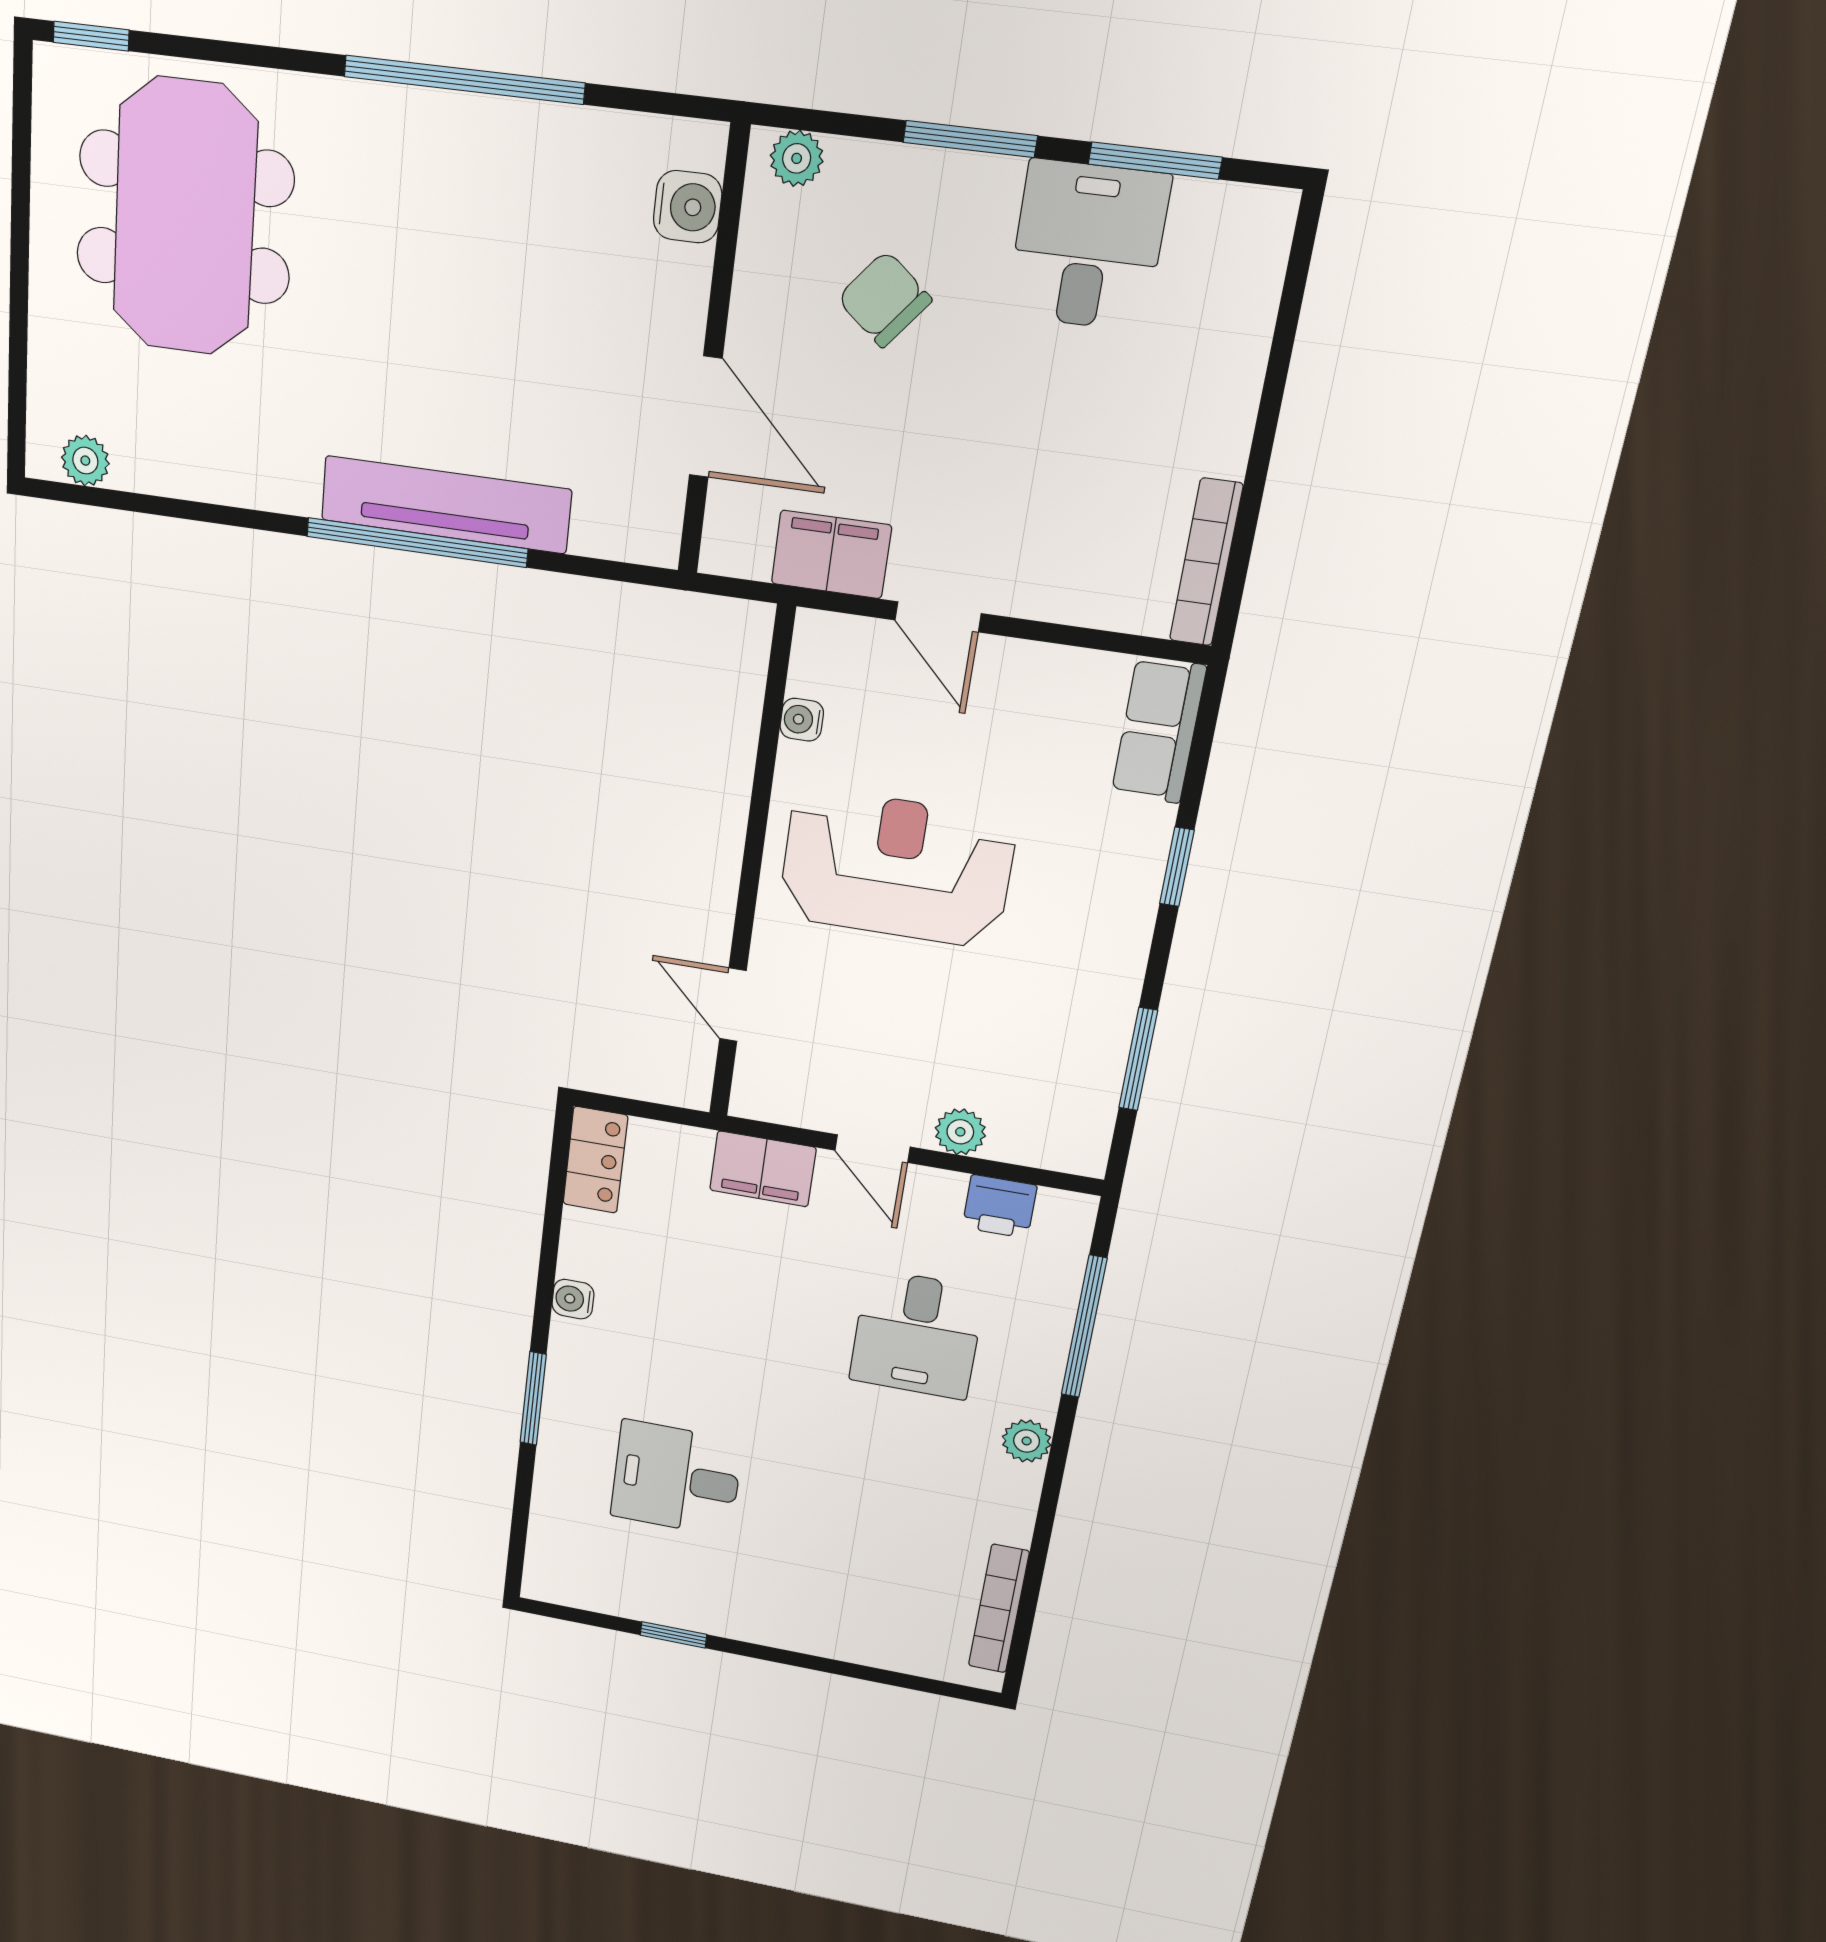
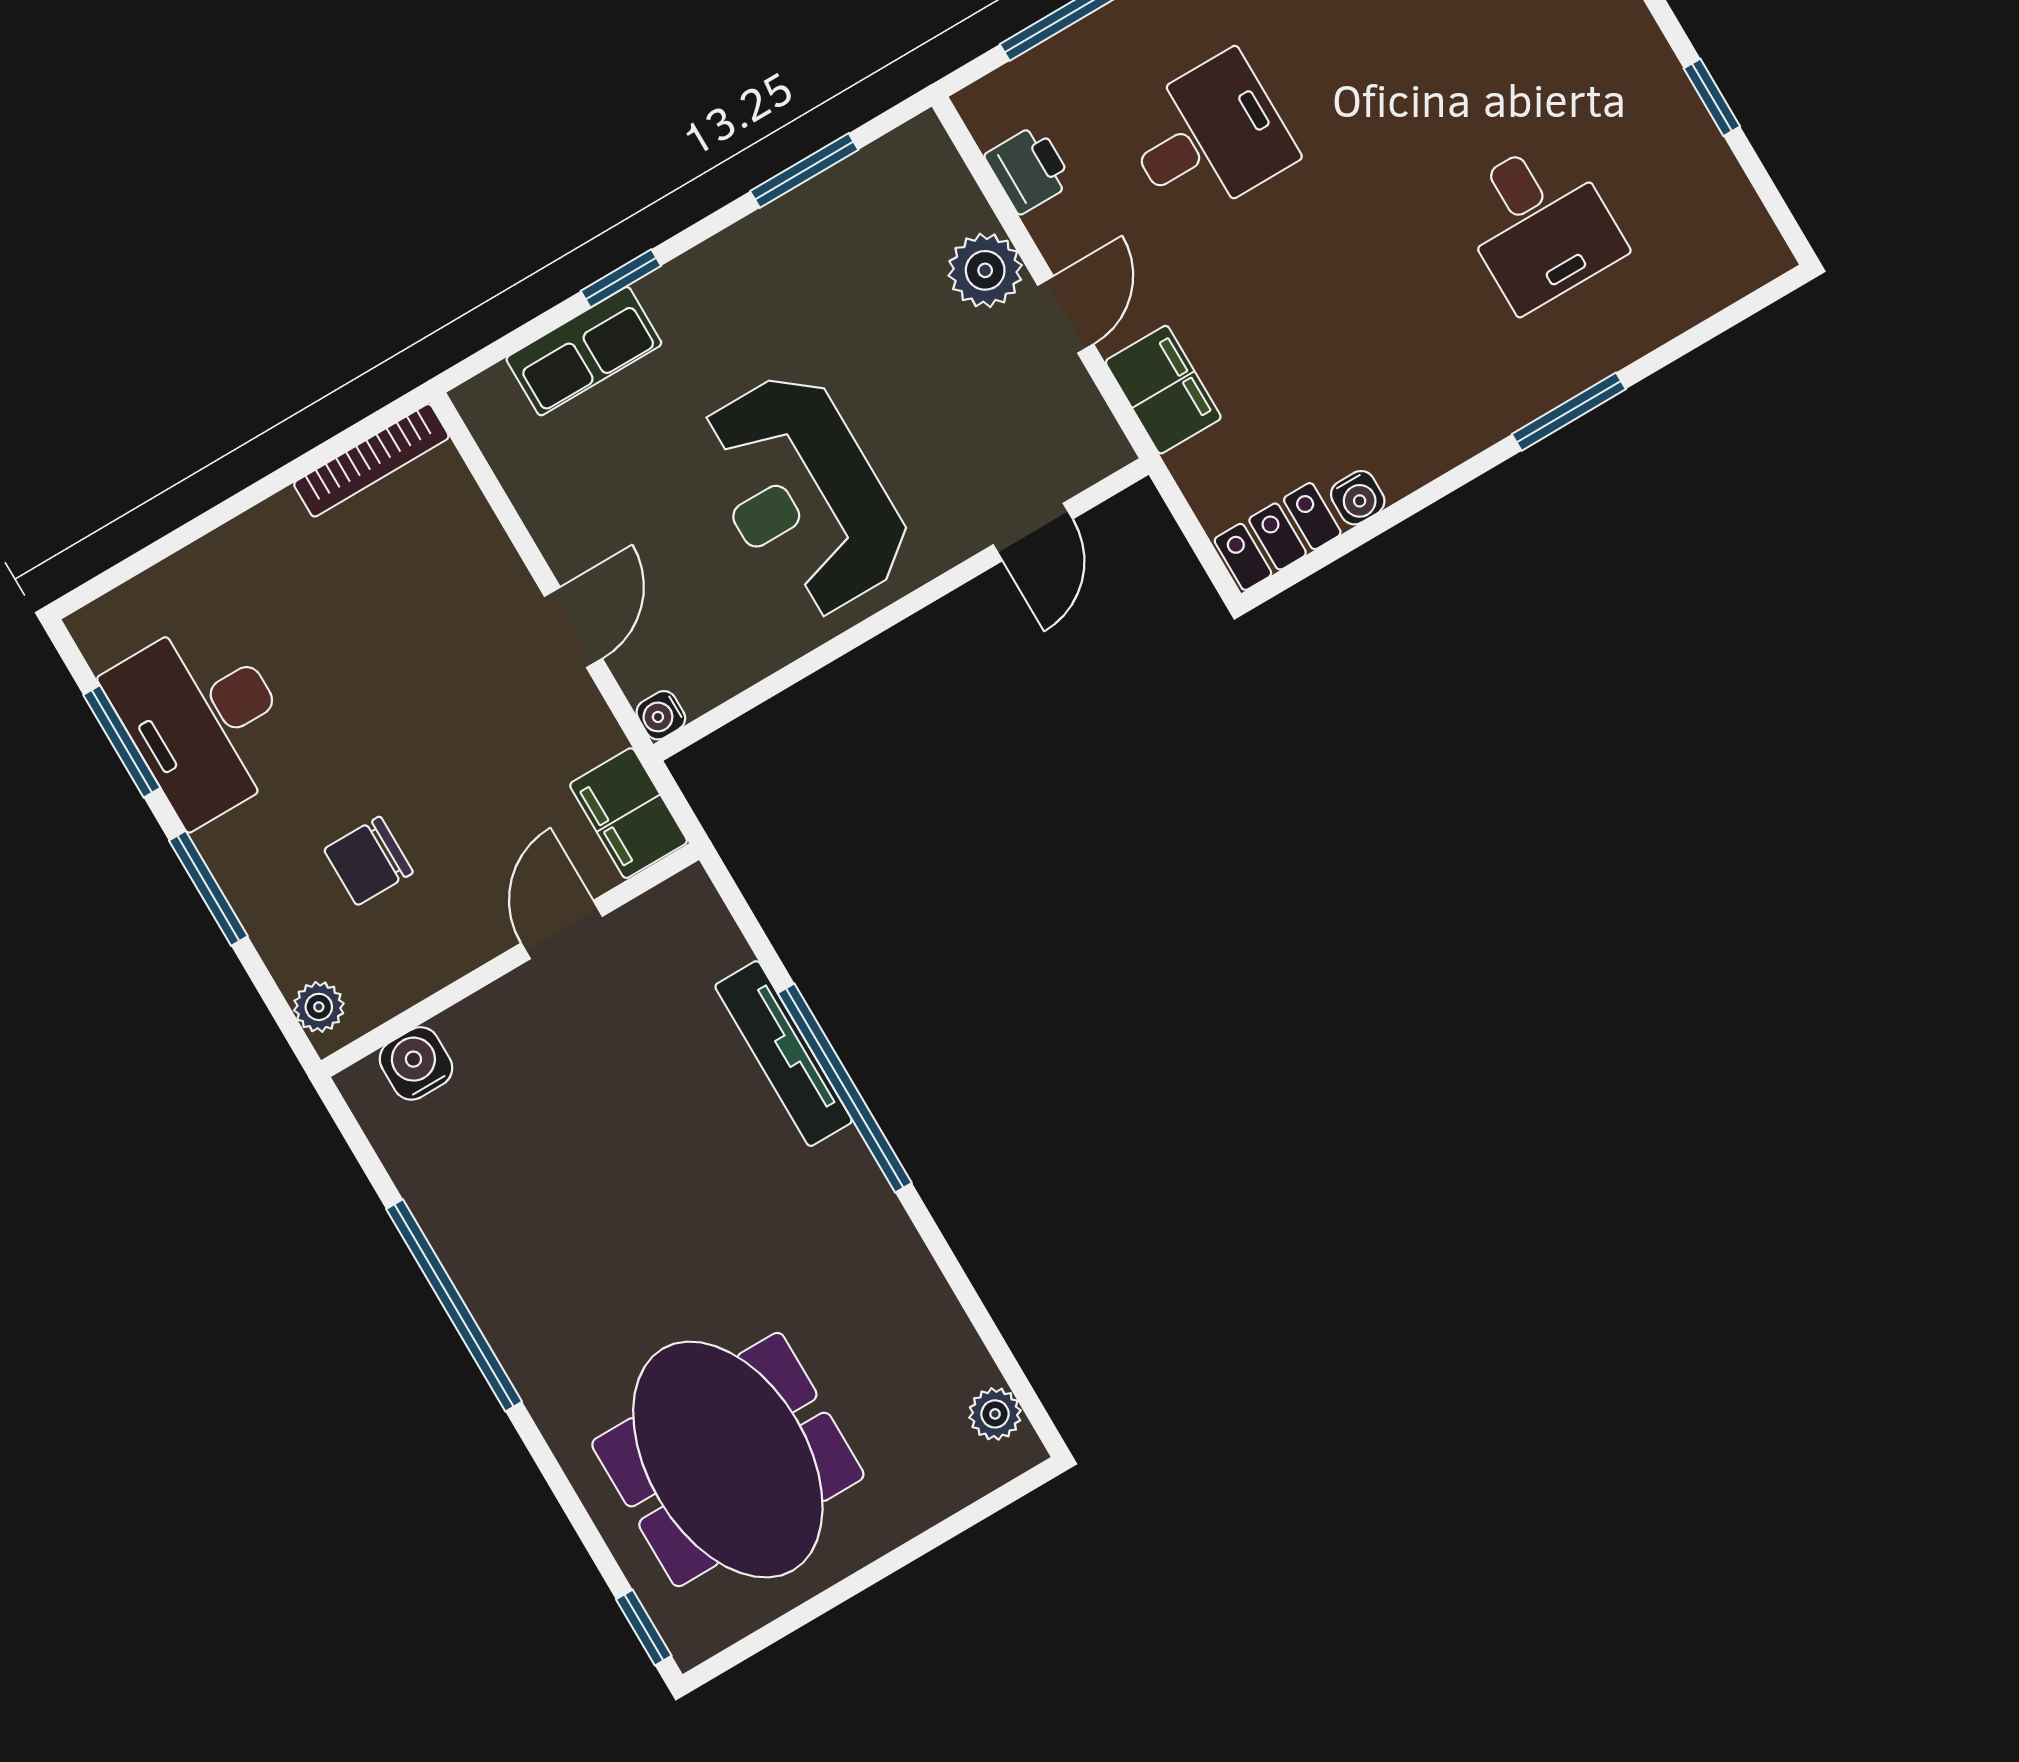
meeting table: (185, 217) -> (728, 1460), turned 90
desk: (1088, 246) -> (203, 720), width x1.37
chair: (884, 299) -> (368, 861), turned 51
door: (706, 417) -> (562, 930), width x0.73
tv unit: (446, 505) -> (783, 1054), width x0.73, depth x0.78
filing cabinet: (831, 554) -> (629, 813), moved
water cooler: (802, 720) -> (661, 715), moved, turned 90
row of seats: (1159, 730) -> (584, 351), moved
plant: (960, 1132) -> (985, 270), width x1.38, depth x1.38
water cooler: (573, 1299) -> (1358, 498), moved

